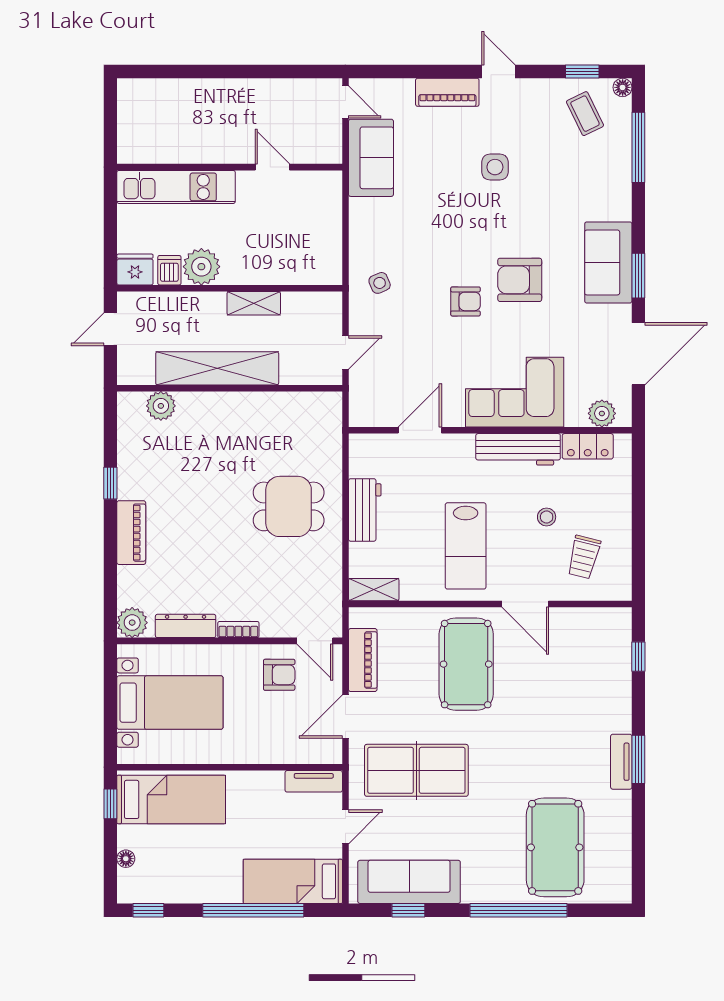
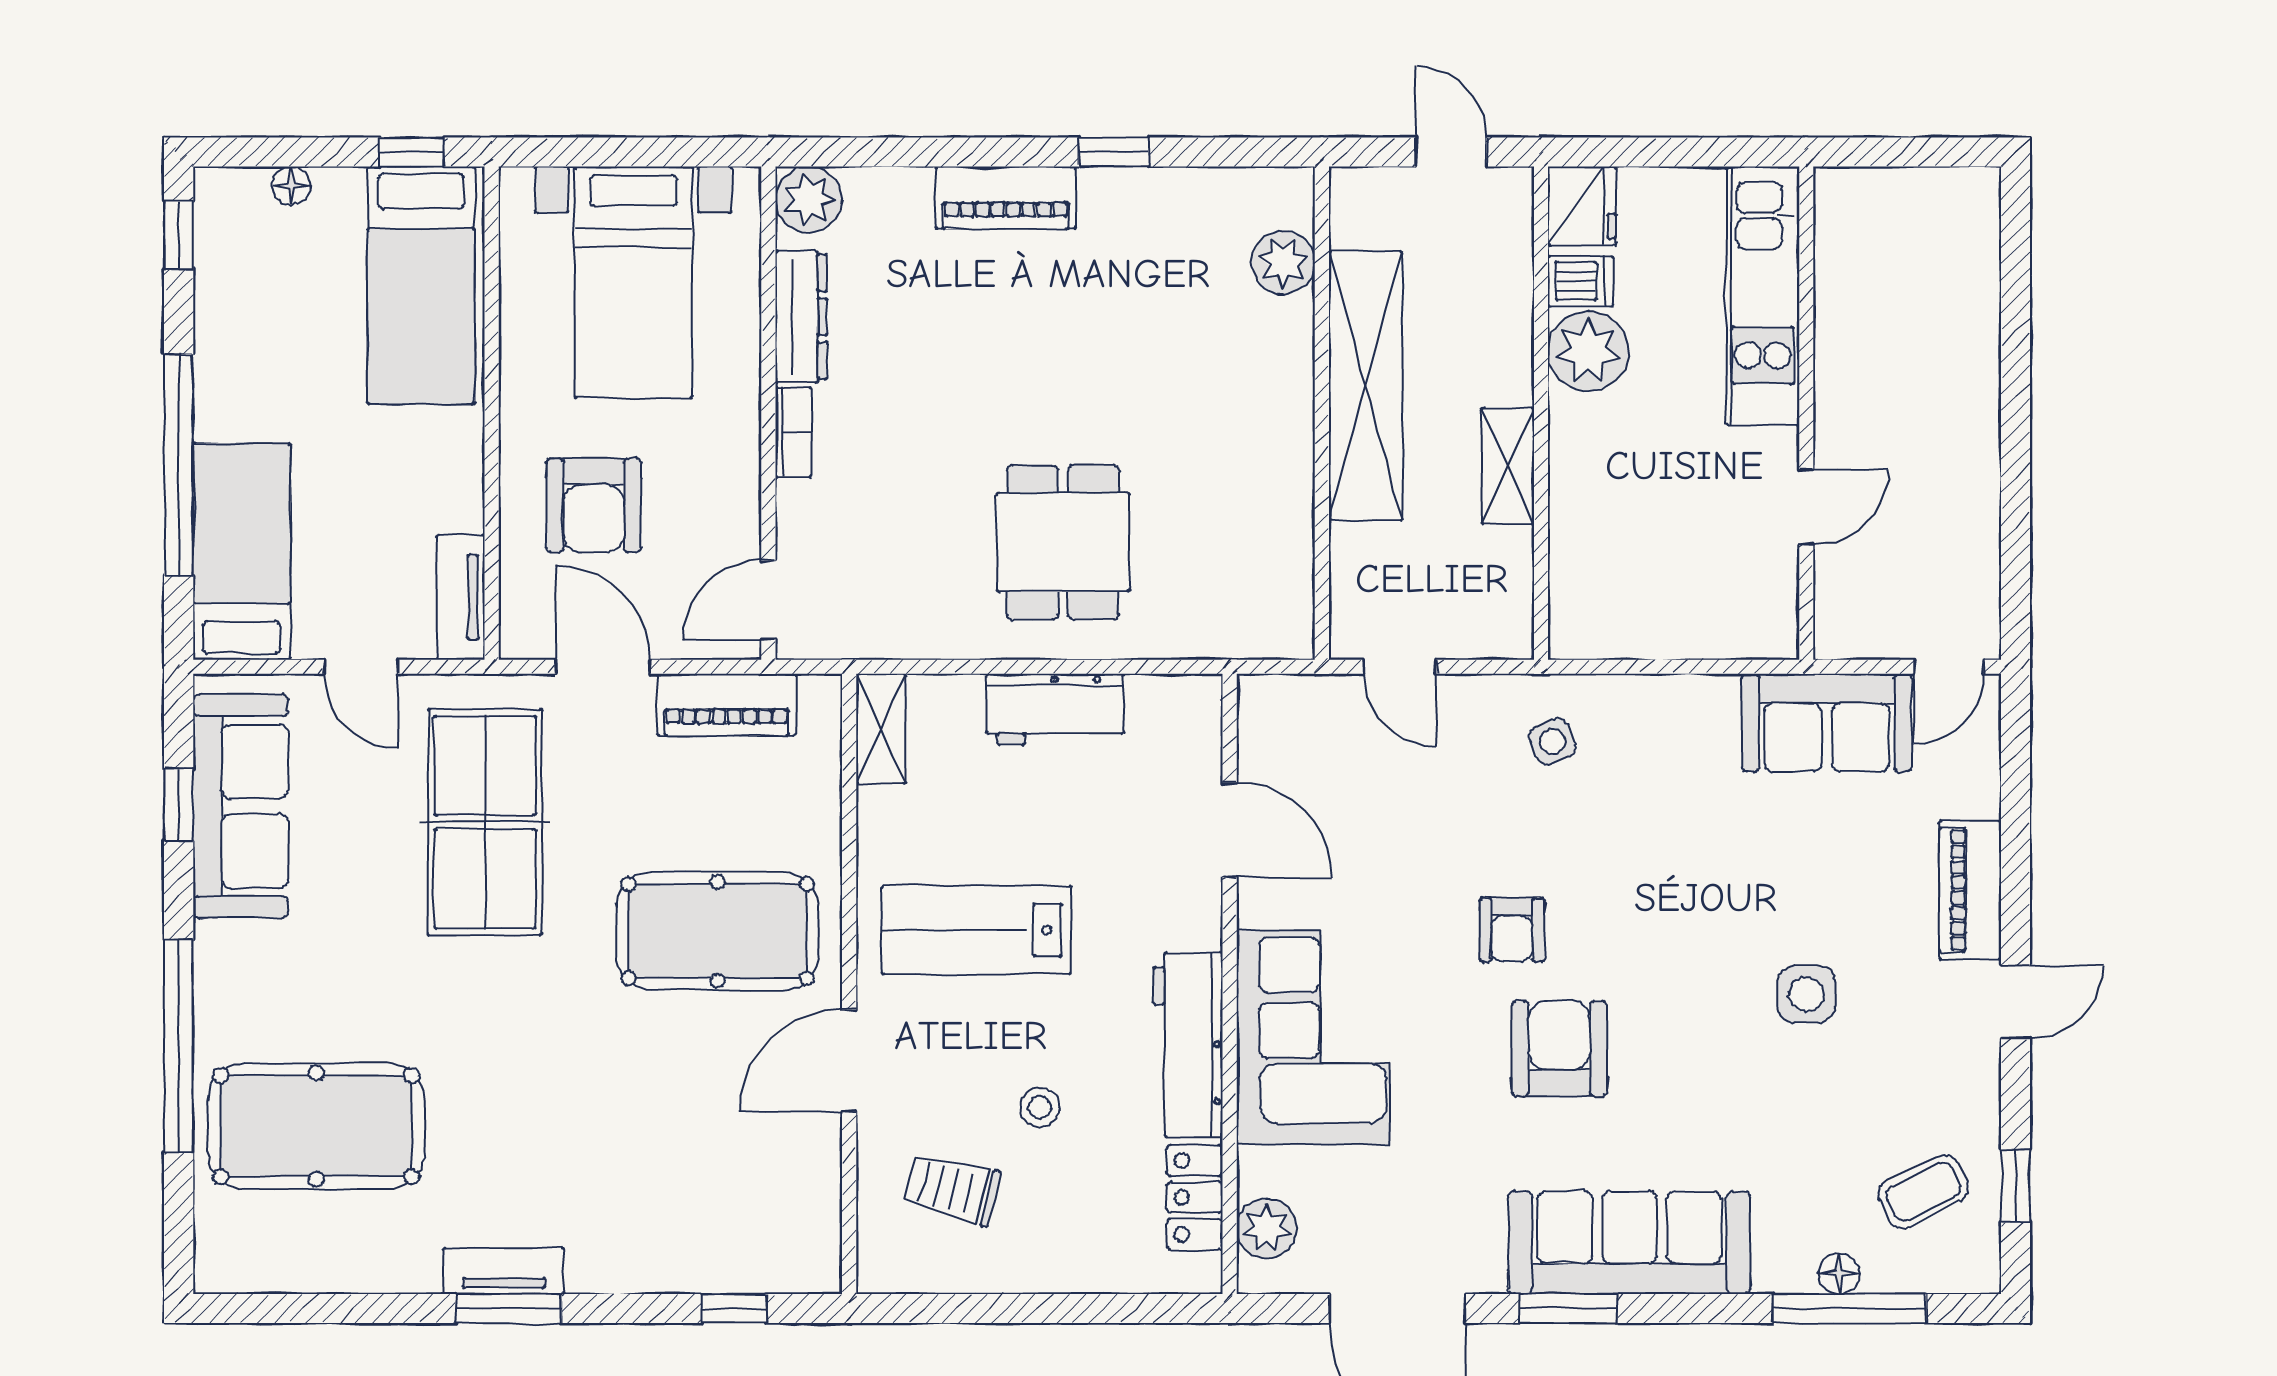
floor lamp: (623, 87) -> (1839, 1274), moved
sofa: (608, 262) -> (1629, 1243), width x1.36
armchair: (279, 675) -> (594, 505), moved, width x1.38, depth x1.38

